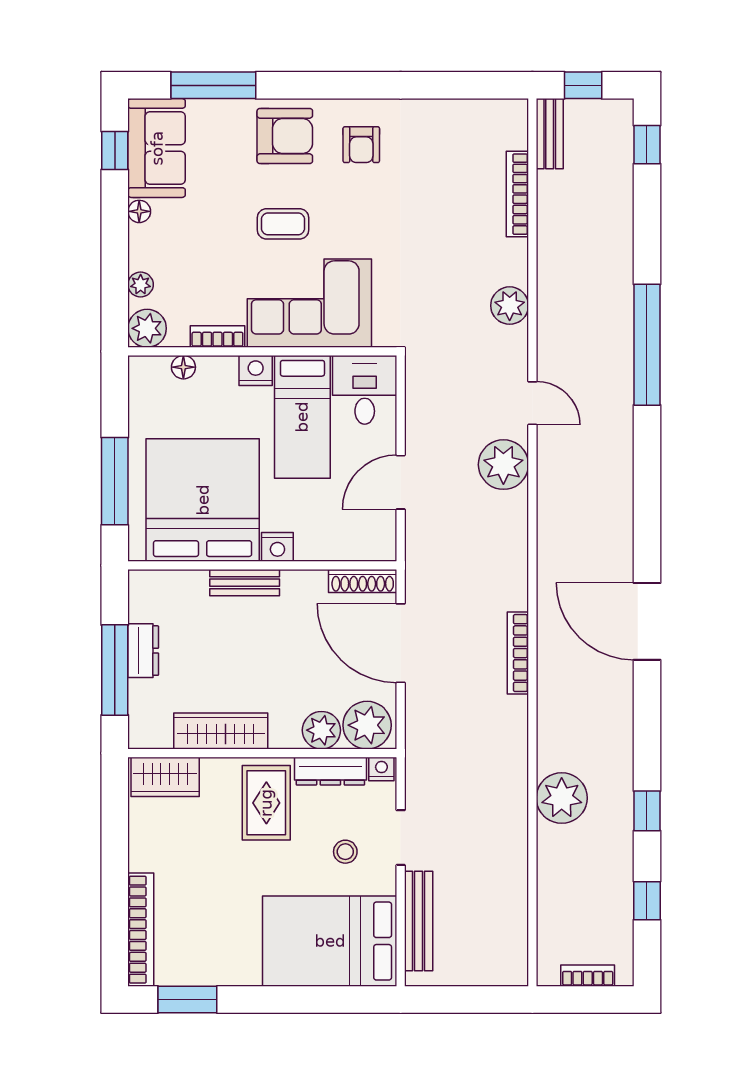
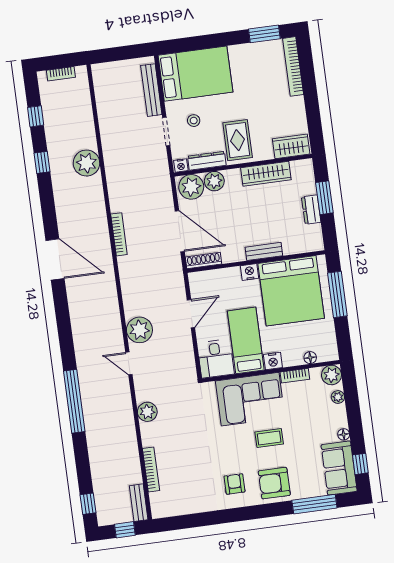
window: (115, 670) -> (324, 198), width x0.69

